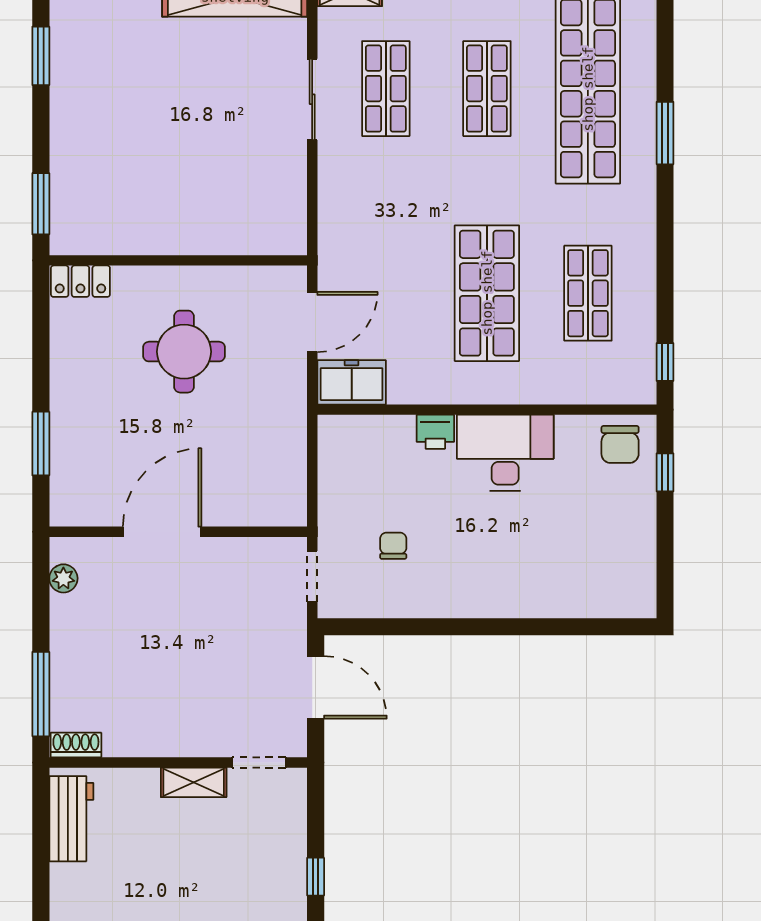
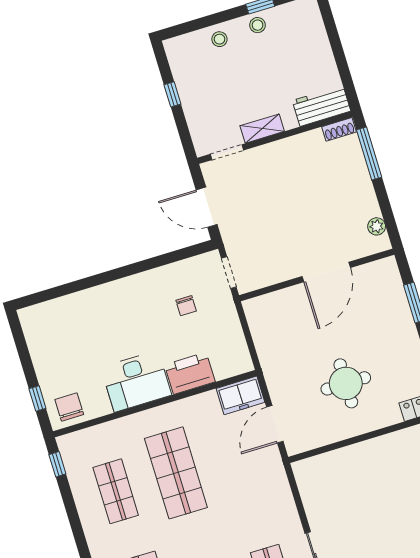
printer: (435, 432) -> (190, 373), width x1.87, depth x1.48
workbench: (71, 819) -> (321, 106), moved, turned 90

